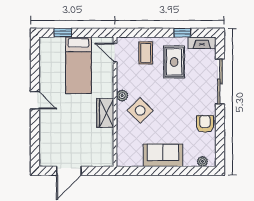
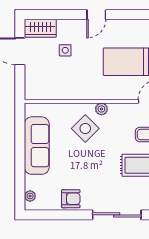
wardrobe: (105, 113) -> (40, 28), moved, turned 180
side table: (68, 129) -> (65, 50), added
sofa: (163, 155) -> (37, 146), width x1.36

